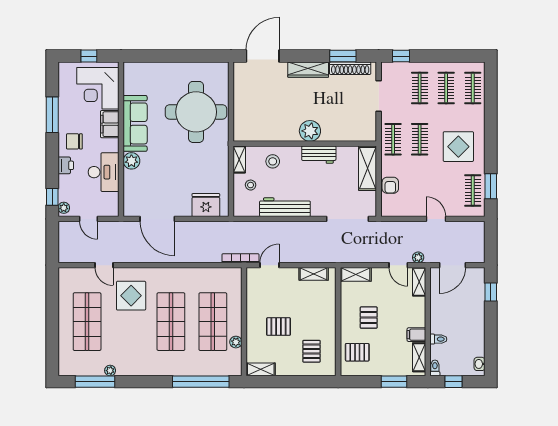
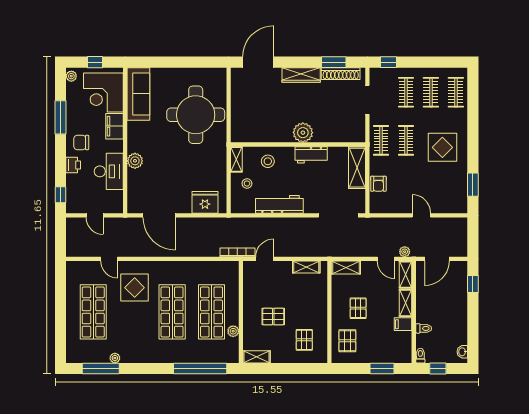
sofa: (135, 123) -> (138, 94), moved
clothes rail: (473, 191) -> (456, 189), removed
plant: (64, 208) -> (71, 76), moved
pallet: (357, 352) -> (347, 341), turned 90
shelving: (419, 357) -> (406, 303), moved

